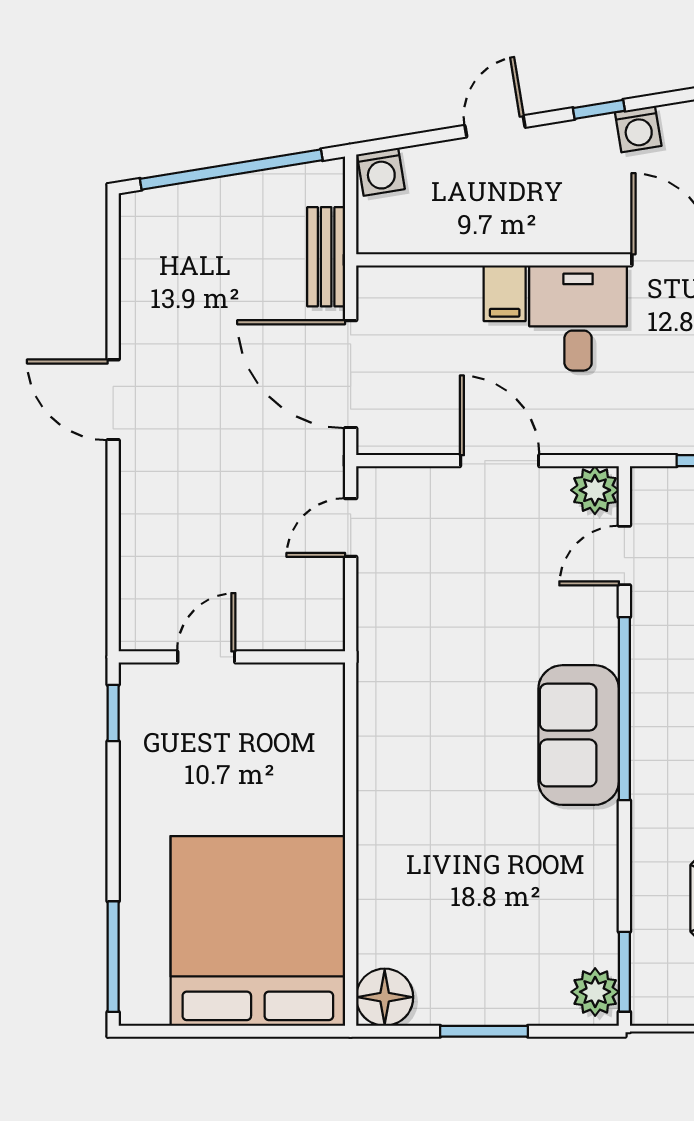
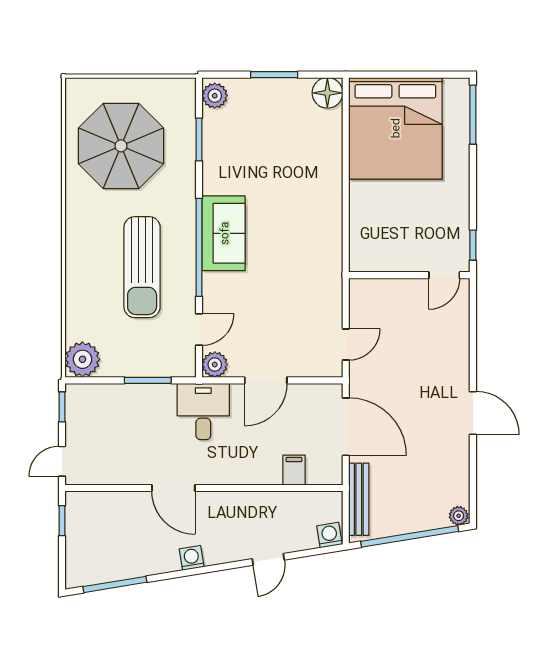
window: (599, 109) -> (213, 568), removed
plant: (140, 208) -> (459, 516), added
bench: (326, 257) -> (359, 499), width x1.36
filing cabinet: (505, 293) -> (294, 470), moved
desk: (578, 318) -> (203, 411), moved, turned 180
door: (500, 461) -> (266, 380), hinge flipped
door: (206, 657) -> (444, 275), moved
window: (624, 972) -> (199, 139), moved

